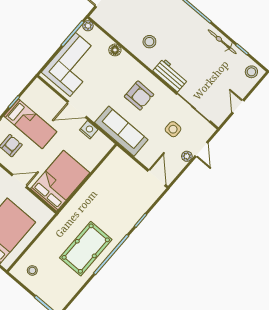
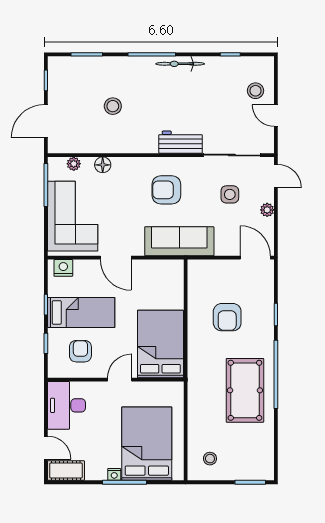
plant: (88, 26) -> (74, 164), moved
stool: (149, 42) -> (113, 106), moved
bicycle: (222, 42) -> (180, 64), moved
stool: (251, 72) -> (256, 91), moved
armchair: (139, 96) -> (166, 190), turned 180
door: (77, 109) -> (116, 258), hinge flipped
nightstand: (89, 130) -> (63, 268), moved
door: (201, 149) -> (276, 176), moved
armchair: (111, 198) -> (227, 317), added

